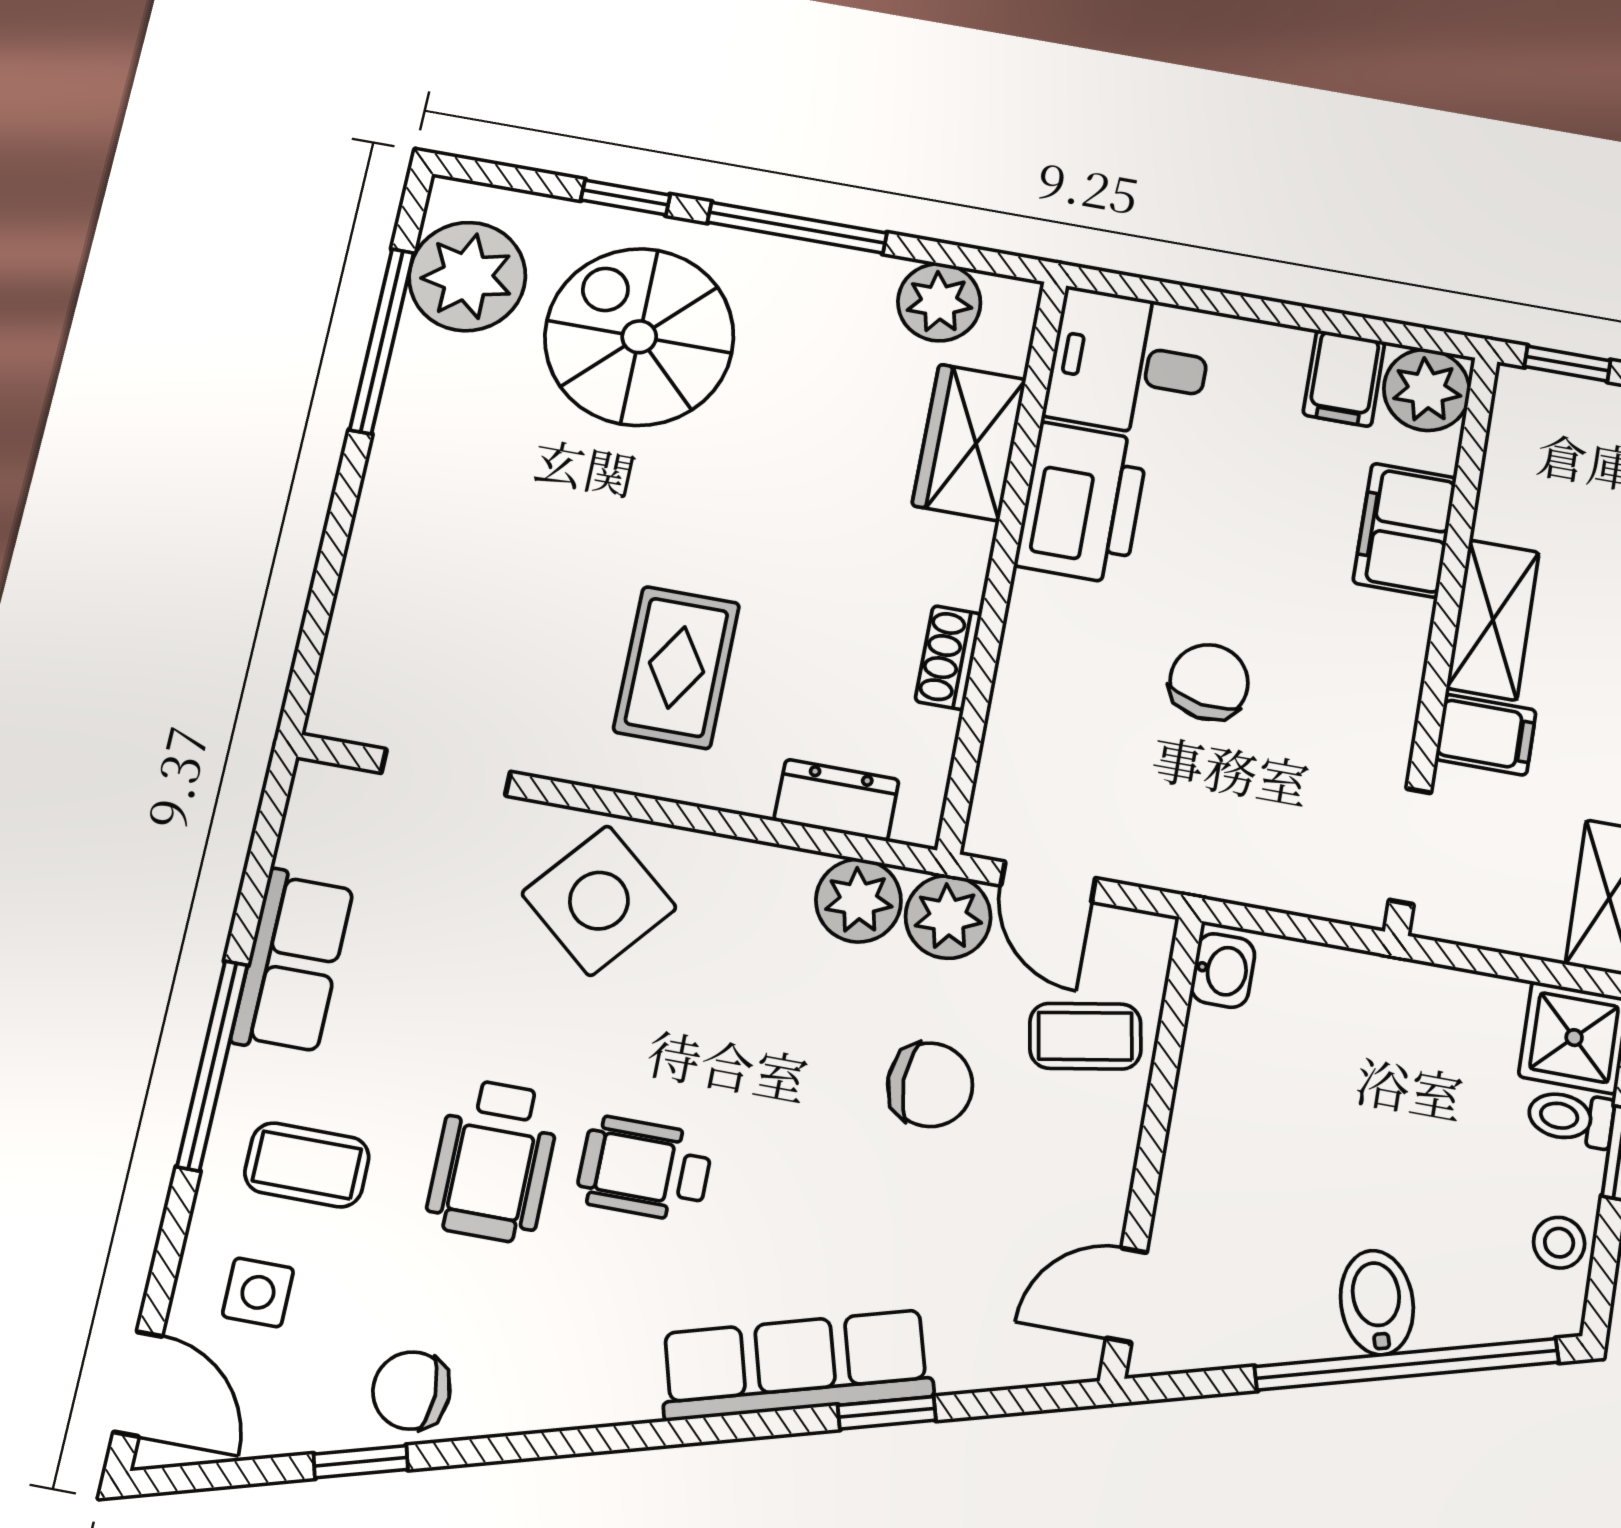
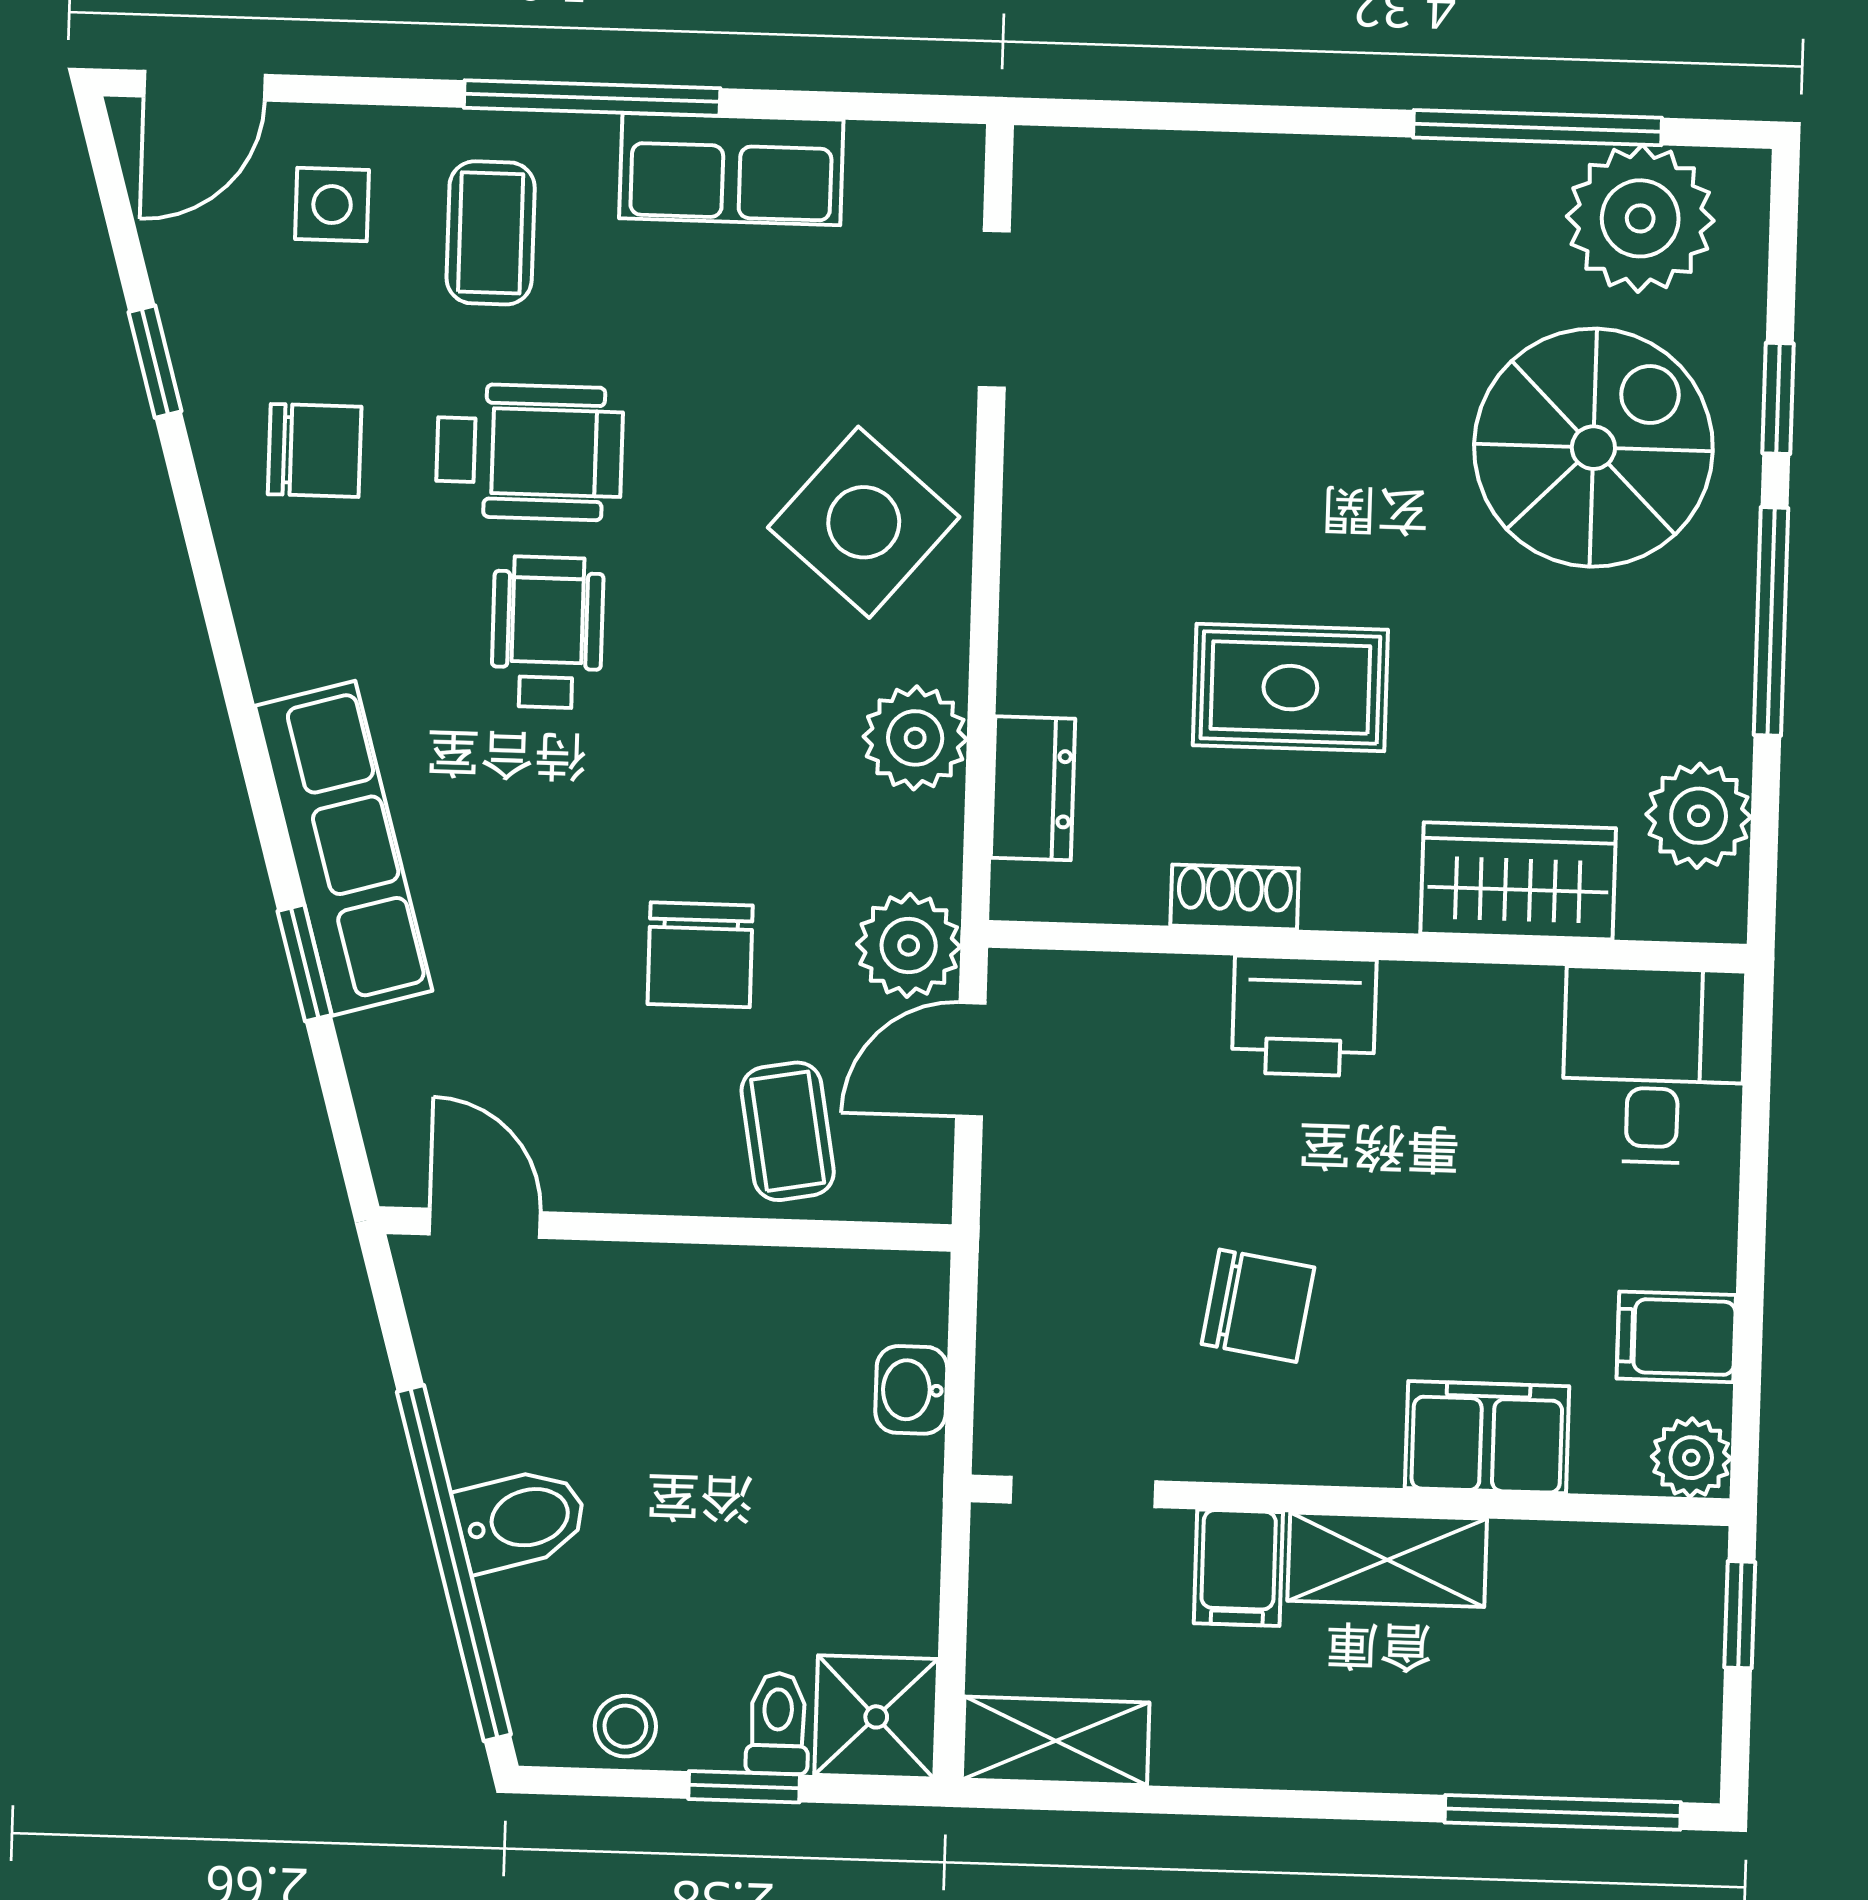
plant: (1427, 390) -> (1691, 1458), width x0.73, depth x0.73
printer: (1082, 503) -> (1304, 1016), moved, width x0.73, depth x0.84
rug: (676, 667) -> (1290, 688), moved
chair: (1209, 682) -> (1258, 1306), moved
plant: (858, 901) -> (915, 738), moved
washbasin: (1223, 970) -> (911, 1390), moved, turned 90
wheelchair: (493, 1161) -> (529, 452), turned 180
chair: (411, 1391) -> (315, 450), moved, turned 90

